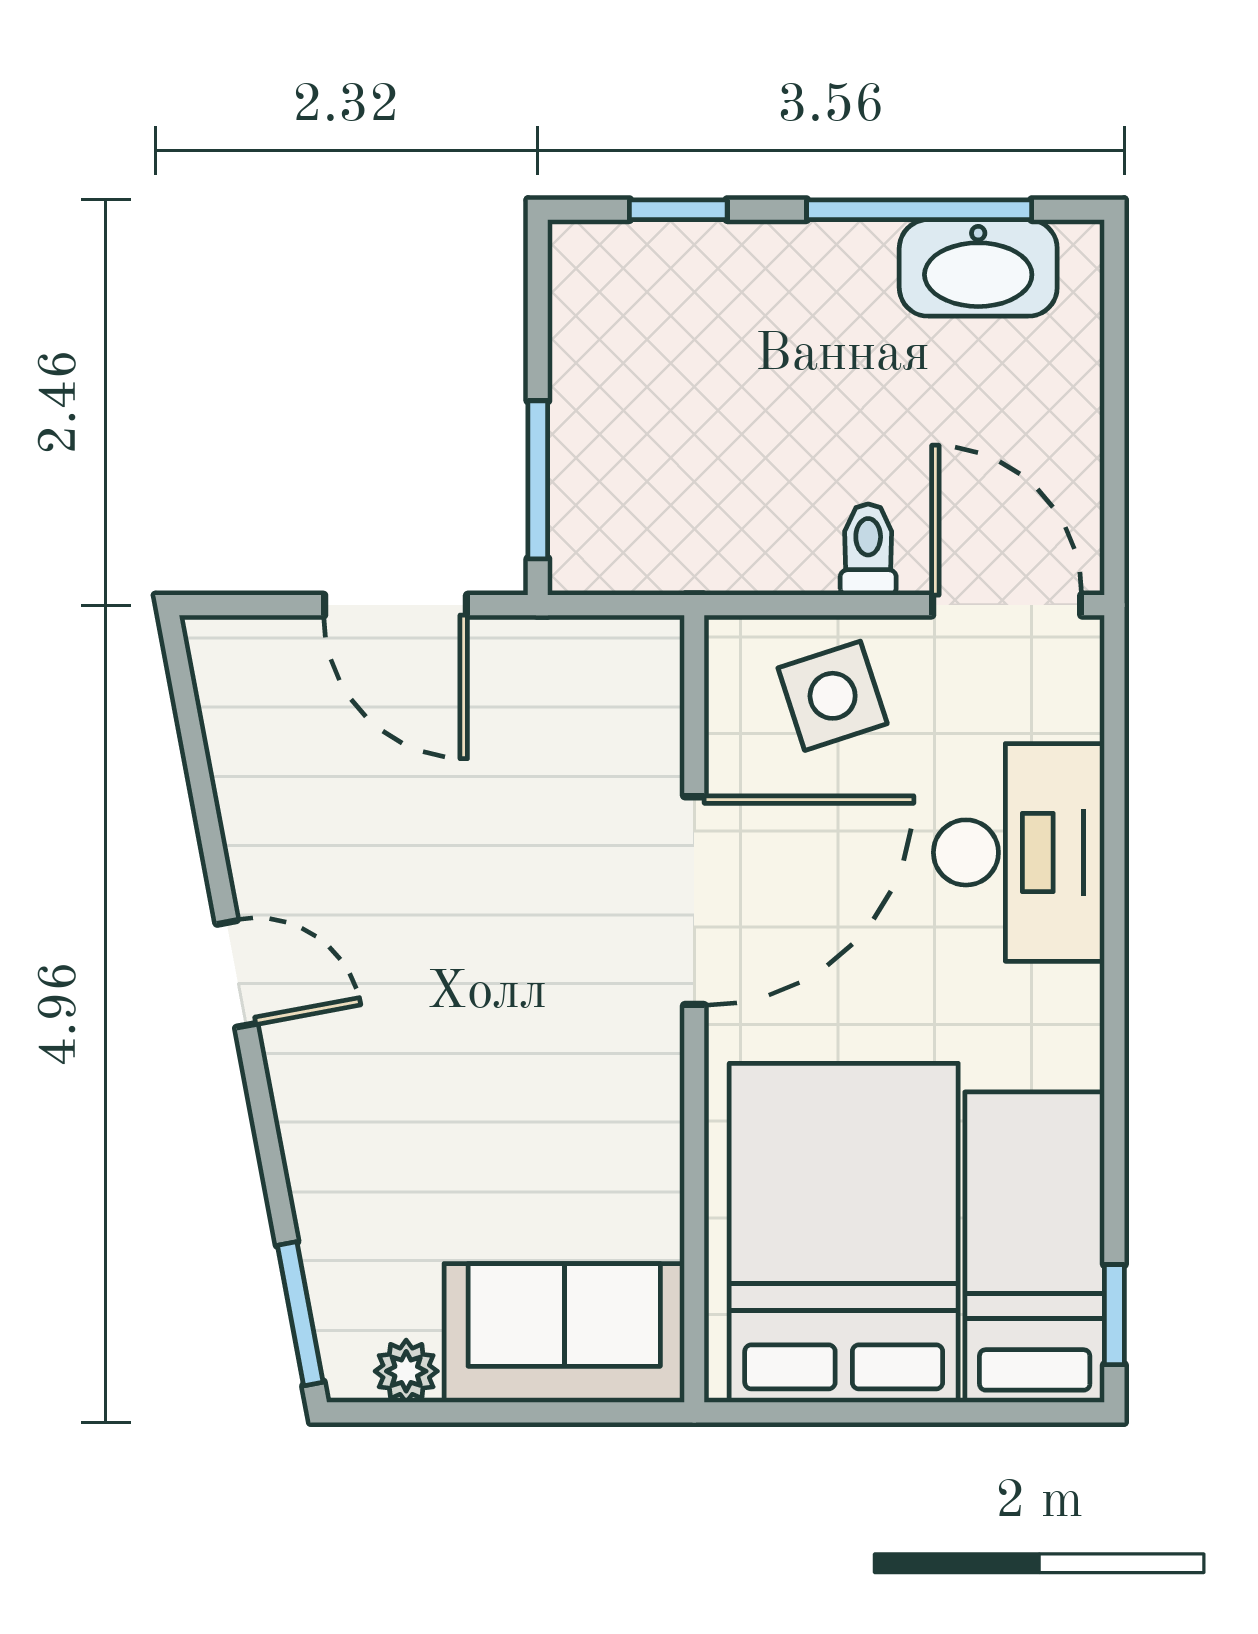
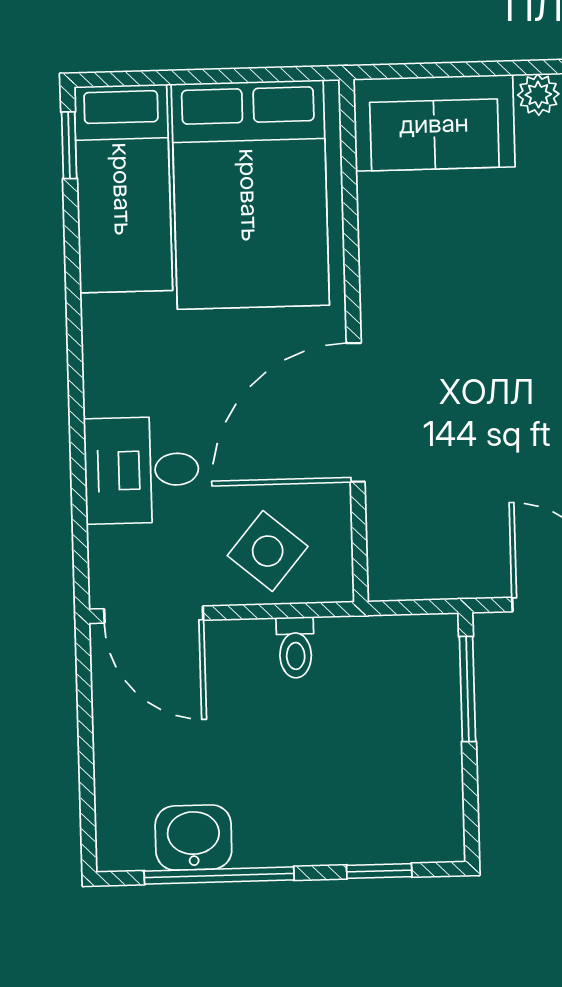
washbasin: (978, 268) -> (193, 838), width x0.72
toilet: (868, 550) -> (295, 647), moved
side table: (833, 696) -> (268, 551), turned -32
desk: (1019, 852) -> (142, 470), width x0.73

